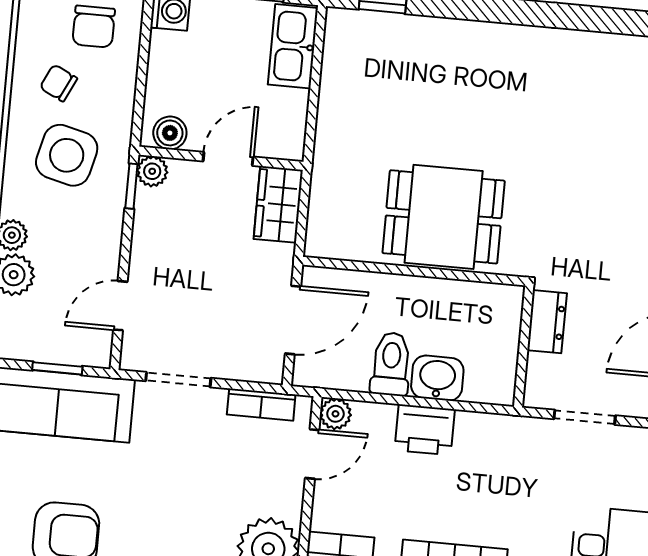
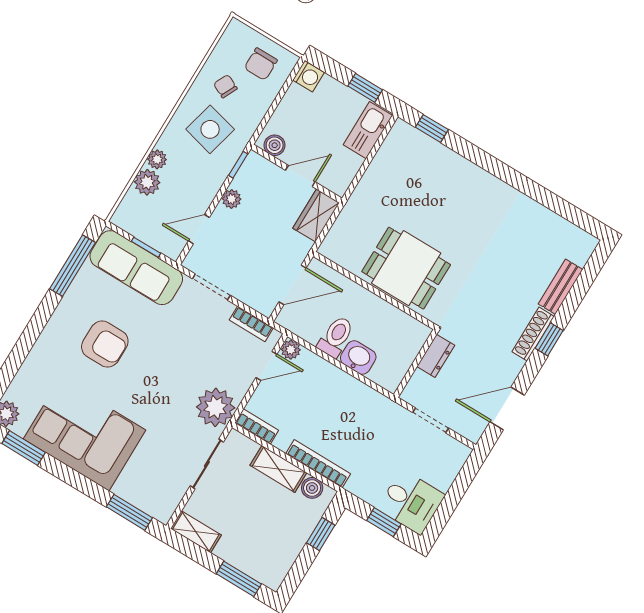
plant: (152, 171) -> (232, 199), moved
printer: (425, 430) -> (337, 383), removed

